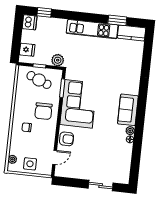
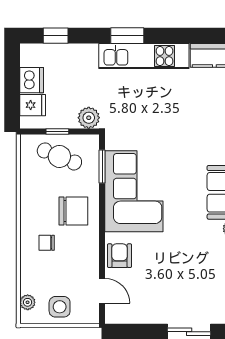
window: (117, 20) -> (127, 36), moved
dishwasher: (30, 22) -> (32, 80), moved
chair: (43, 111) -> (73, 211), turned -90
armchair: (66, 139) -> (120, 256), turned -90
door: (55, 157) -> (102, 291), hinge flipped

